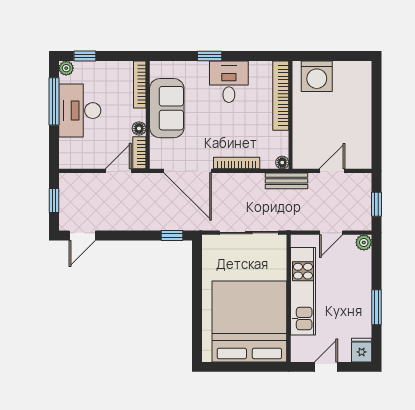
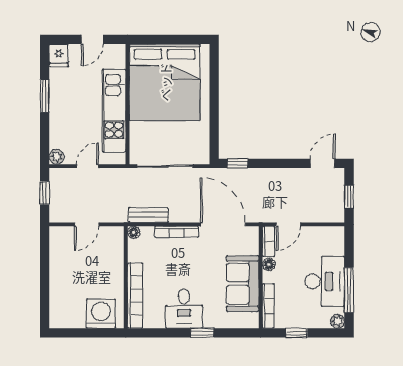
window: (85, 56) -> (297, 333), moved
bench: (287, 181) -> (148, 215), moved

